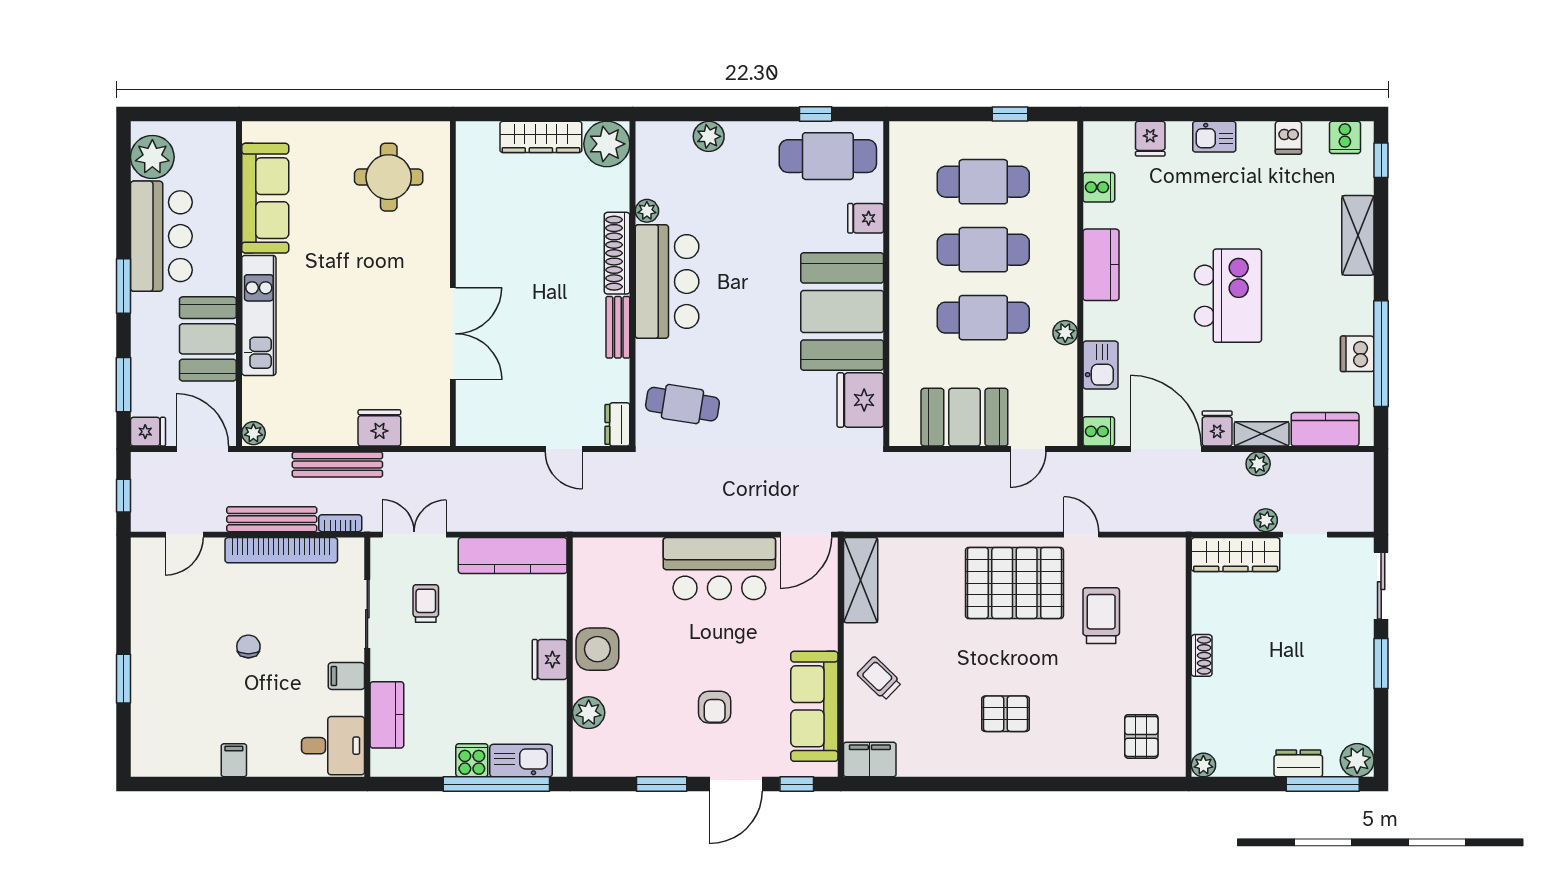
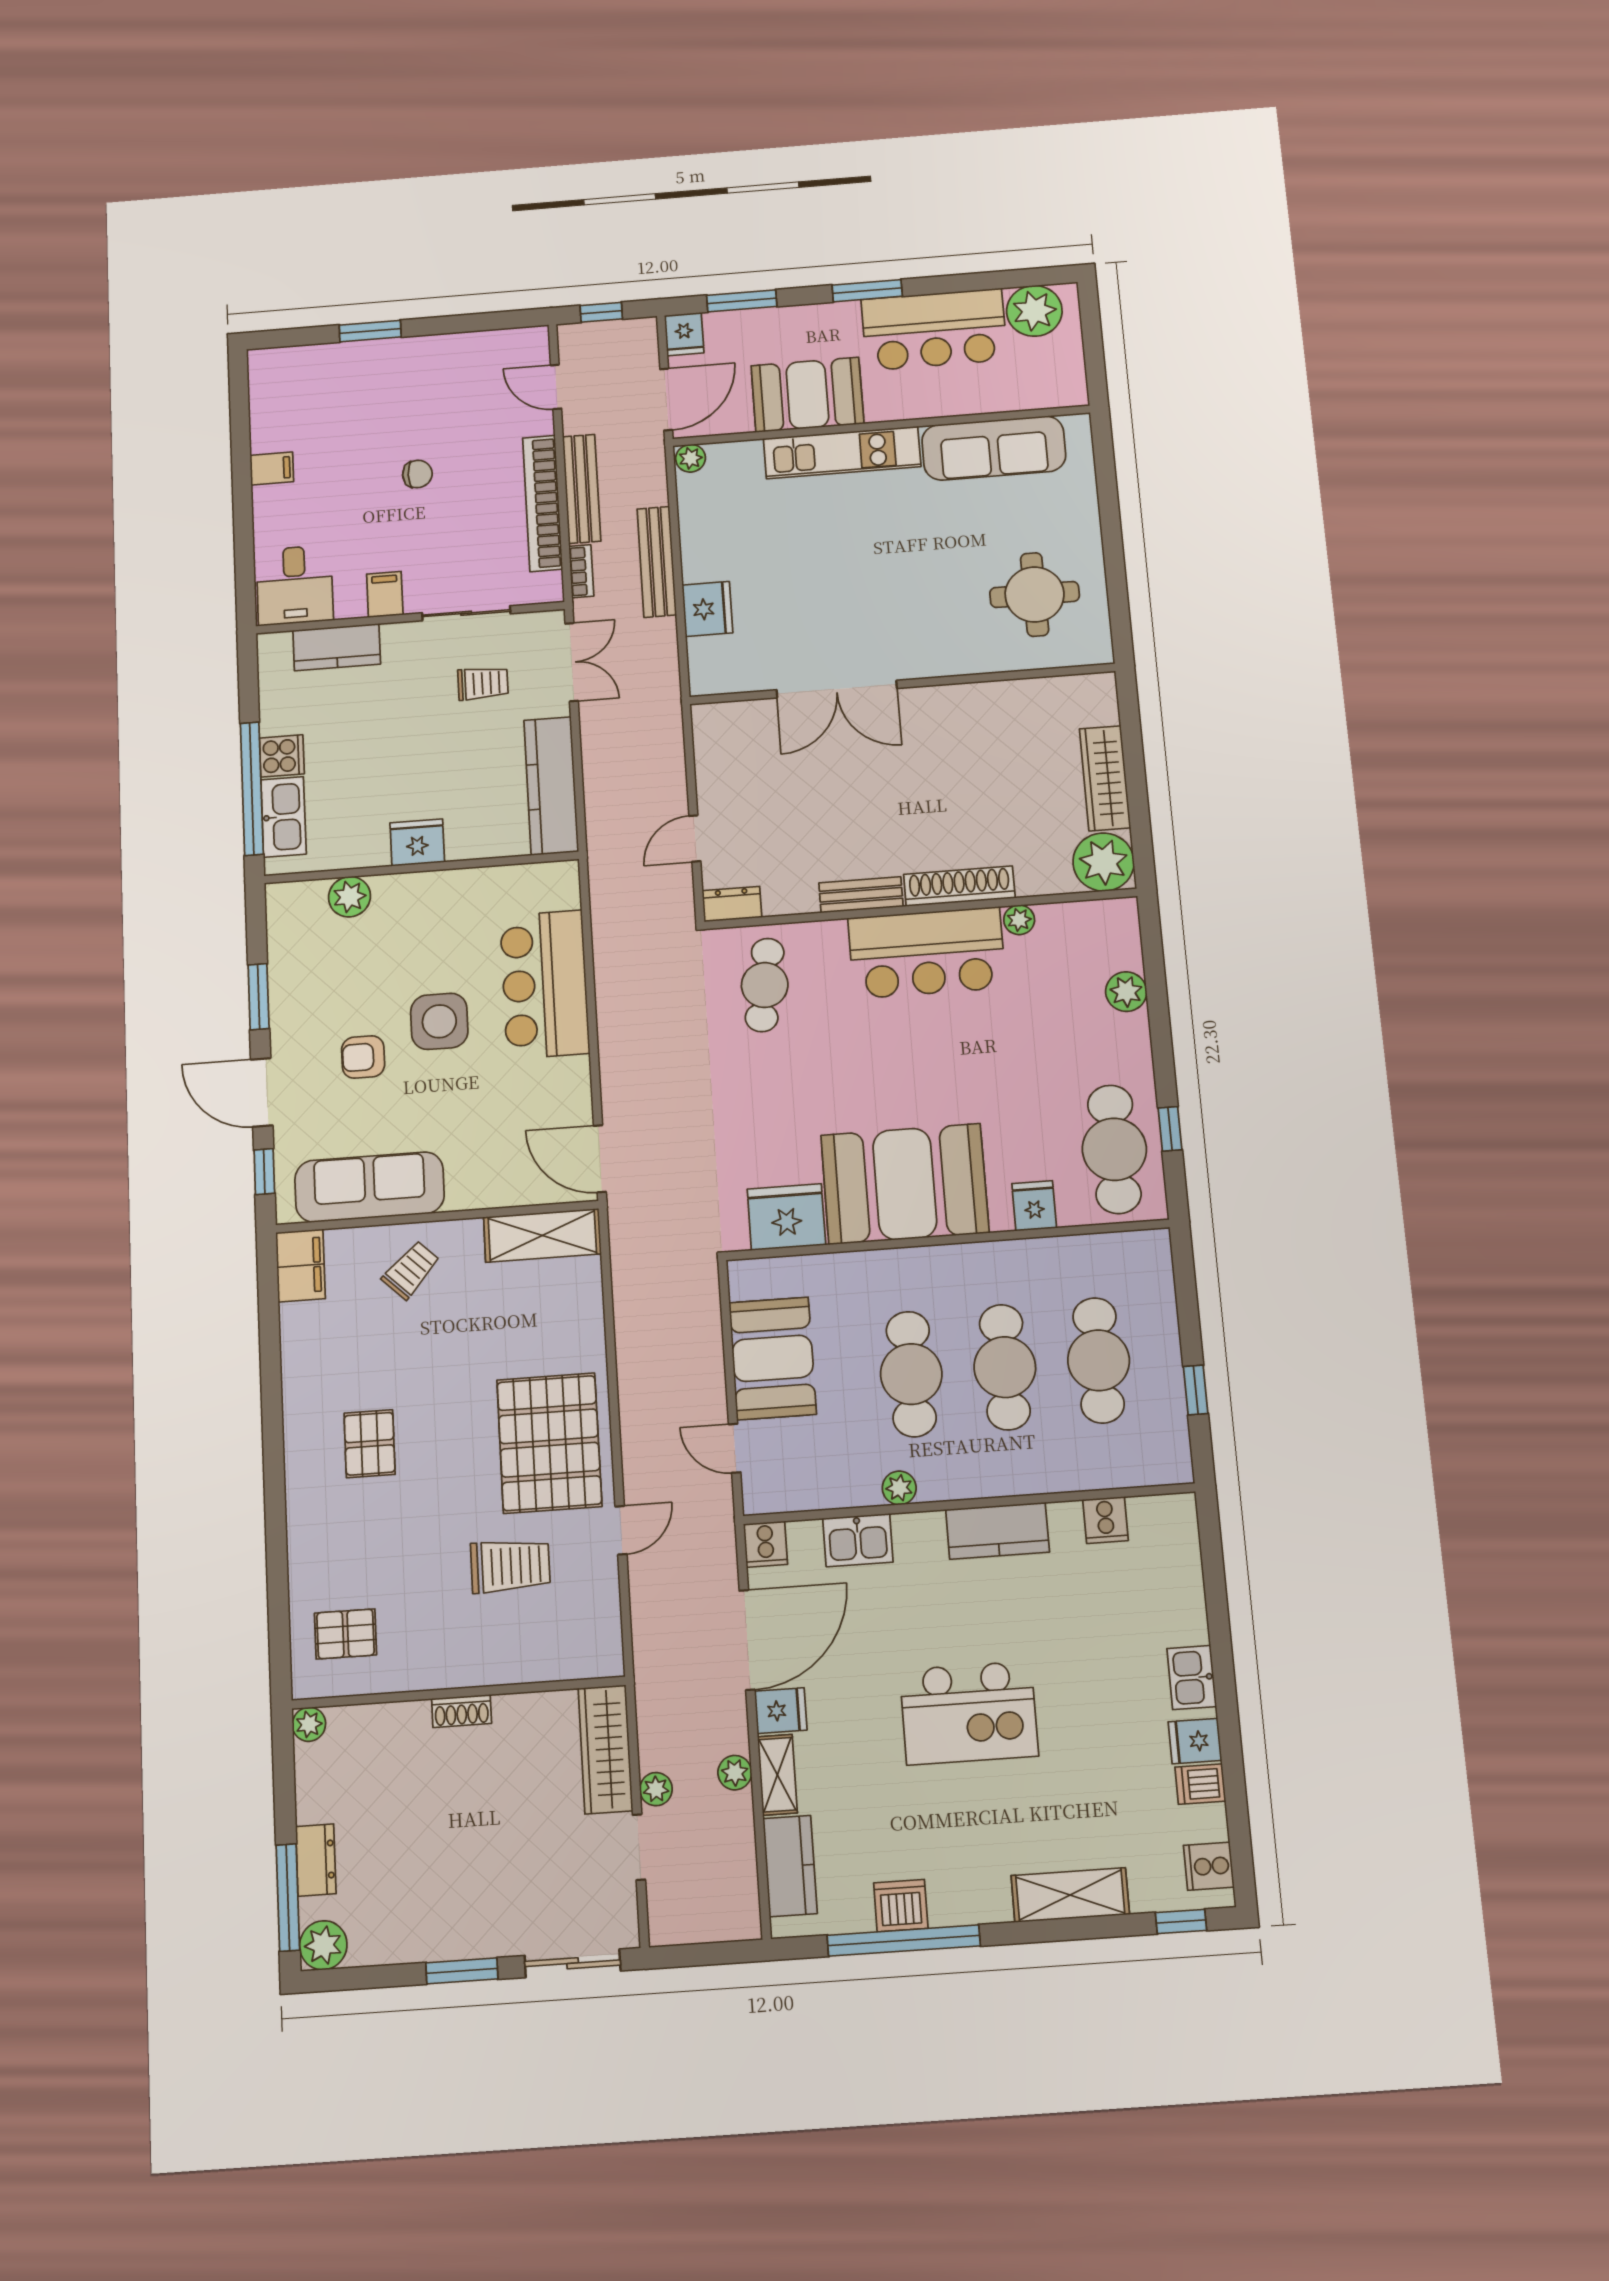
fridge: (1150, 139) -> (1195, 1741), moved
bar counter: (719, 569) -> (545, 984), moved
side table: (597, 649) -> (439, 1021), moved

